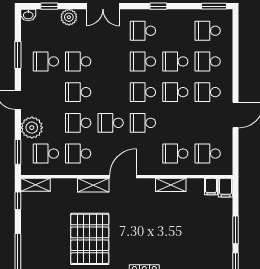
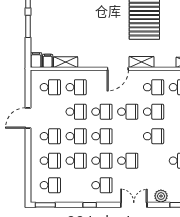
school desk: (78, 61) -> (128, 161), moved
school desk: (175, 123) -> (76, 112), added
shelving: (171, 185) -> (66, 62), moved

